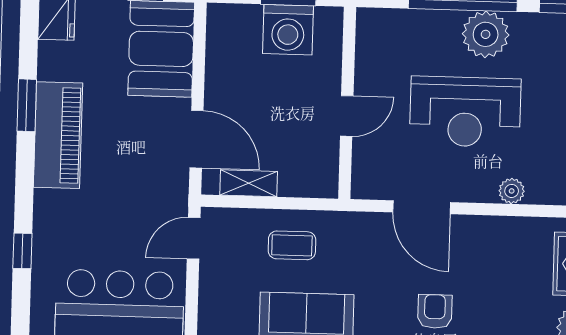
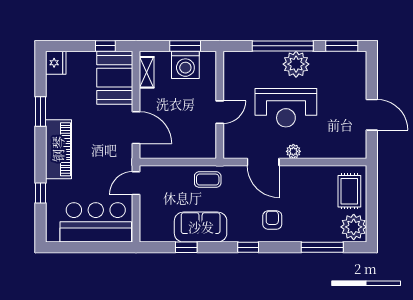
piano: (58, 135) -> (58, 149), moved
shelving: (249, 183) -> (147, 72), moved, turned 90
plant: (512, 191) -> (293, 151), moved
coffee table: (292, 245) -> (208, 180), moved

